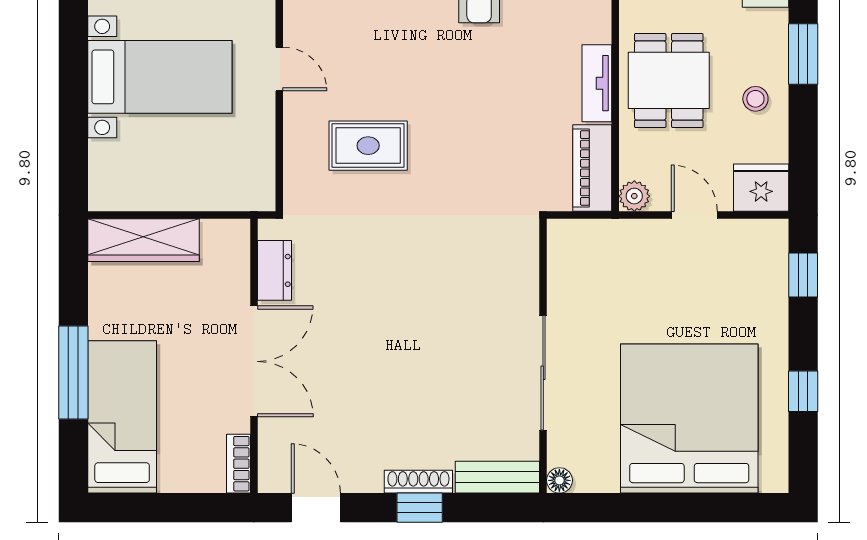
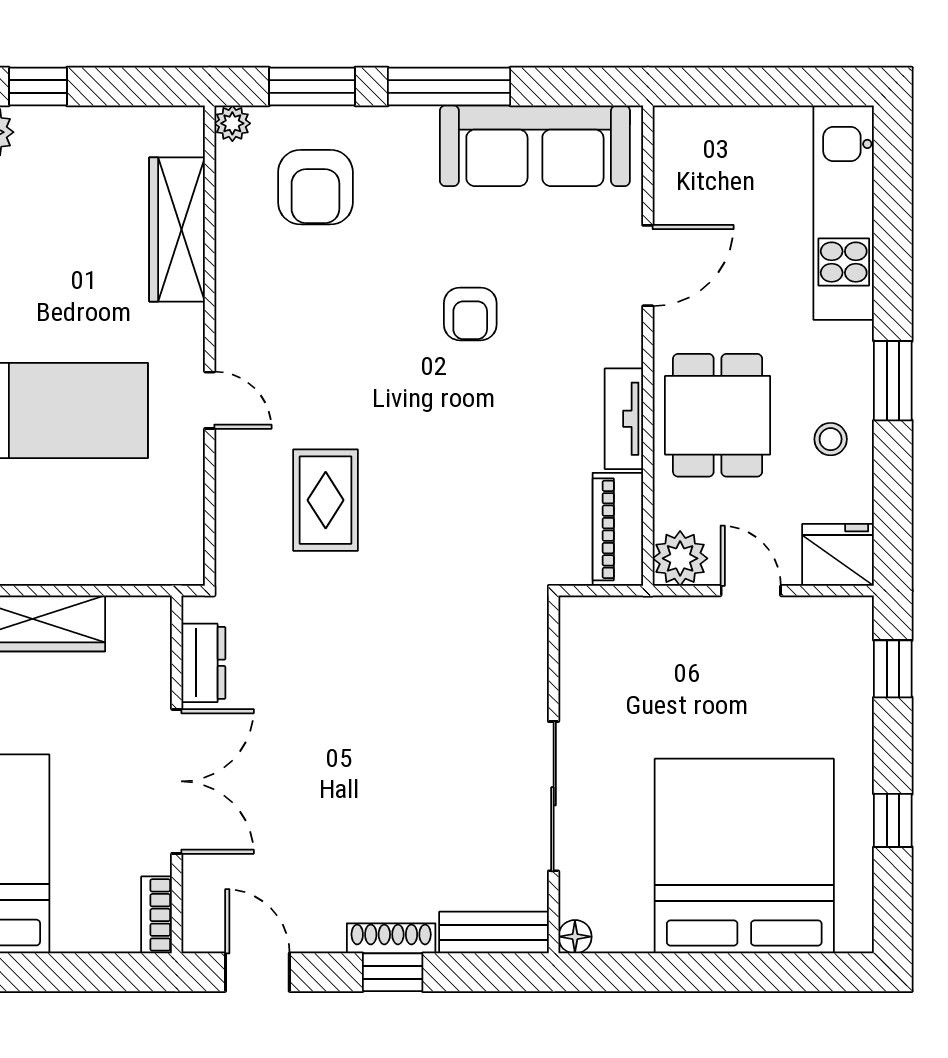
rug: (368, 146) -> (326, 500), turned 90
plant: (634, 196) -> (680, 558), width x1.38, depth x1.38

